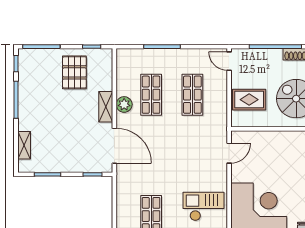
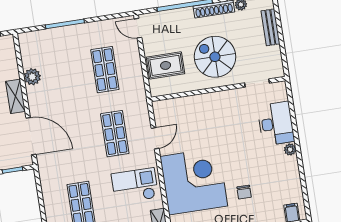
shop shelf: (151, 95) -> (115, 134), moved
plant: (124, 104) -> (32, 77), moved
door: (229, 153) -> (155, 138), moved

